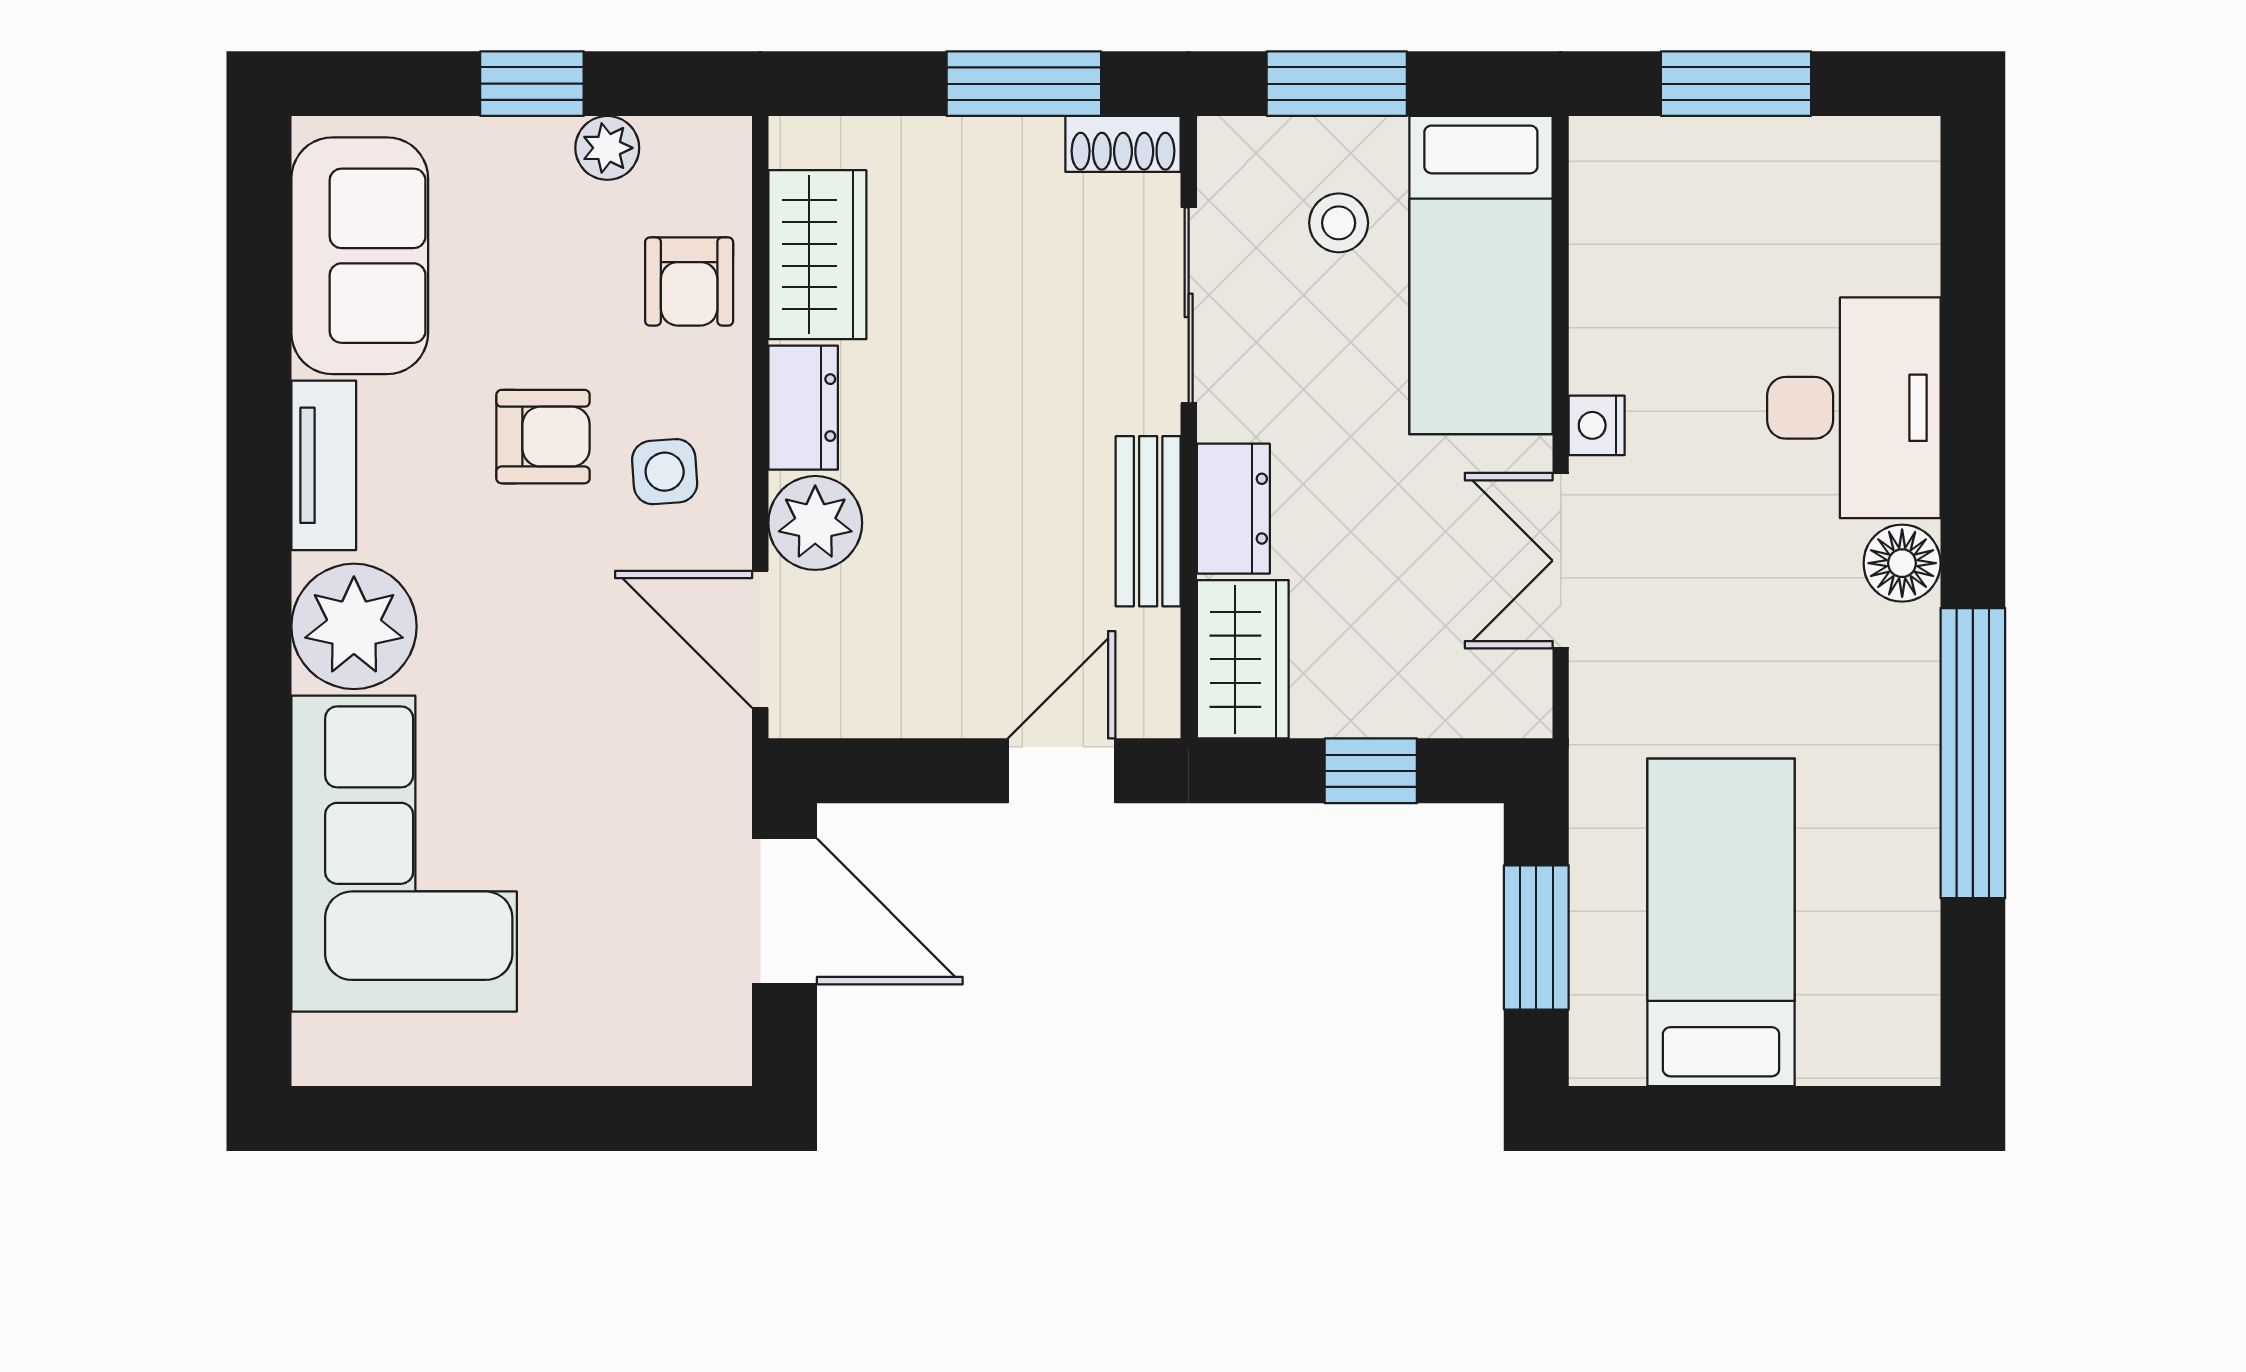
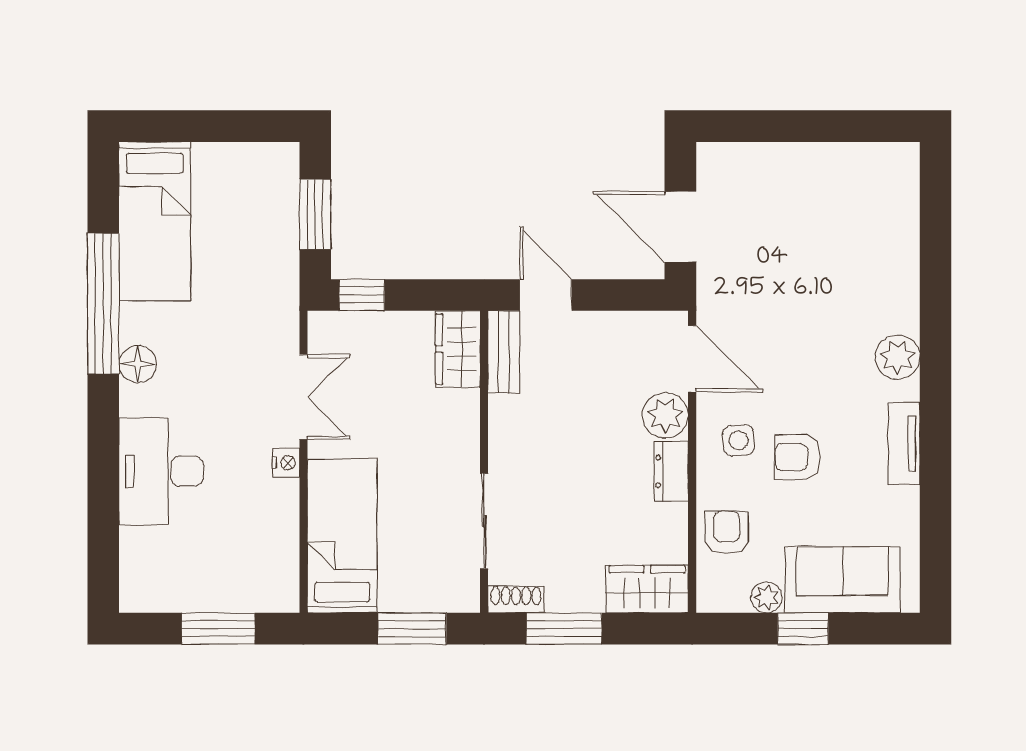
stool: (1339, 223) -> (411, 561), removed
wardrobe: (817, 255) -> (647, 589), moved, turned 90
sofa: (360, 256) -> (842, 580), moved, turned 90
dresser: (1233, 509) -> (462, 422), removed
bench: (1148, 521) -> (504, 352), moved
floor lamp: (1902, 563) -> (138, 364), moved
plant: (354, 626) -> (897, 357), width x0.73, depth x0.73
door: (1062, 771) -> (546, 295), swing flipped
window: (1371, 771) -> (362, 295), moved
corner sofa: (404, 854) -> (865, 255), removed
bed: (1721, 922) -> (155, 221), moved

